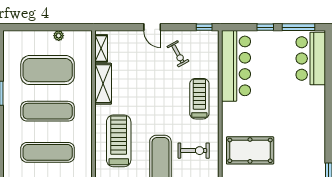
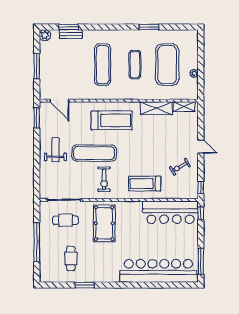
door: (152, 27) -> (201, 147), swing flipped
window: (265, 27) -> (201, 213), moved
bar counter: (311, 59) -> (158, 271), width x1.86
treadmill: (199, 99) -> (145, 184), turned 180
exercise mat: (48, 111) -> (135, 65), width x0.73, depth x0.69

